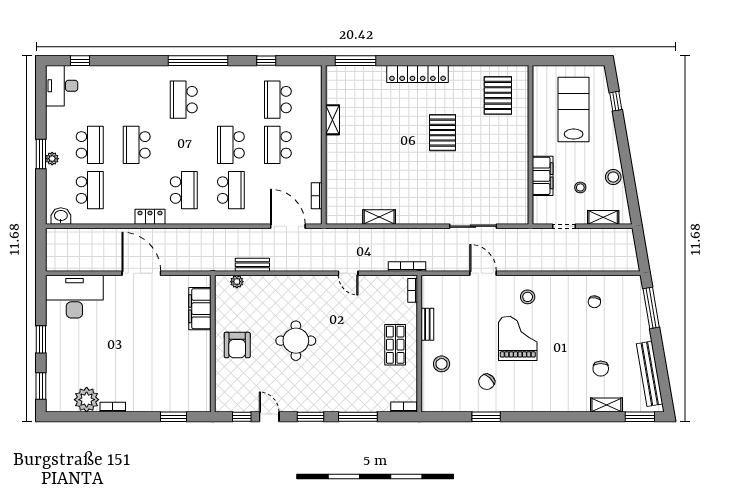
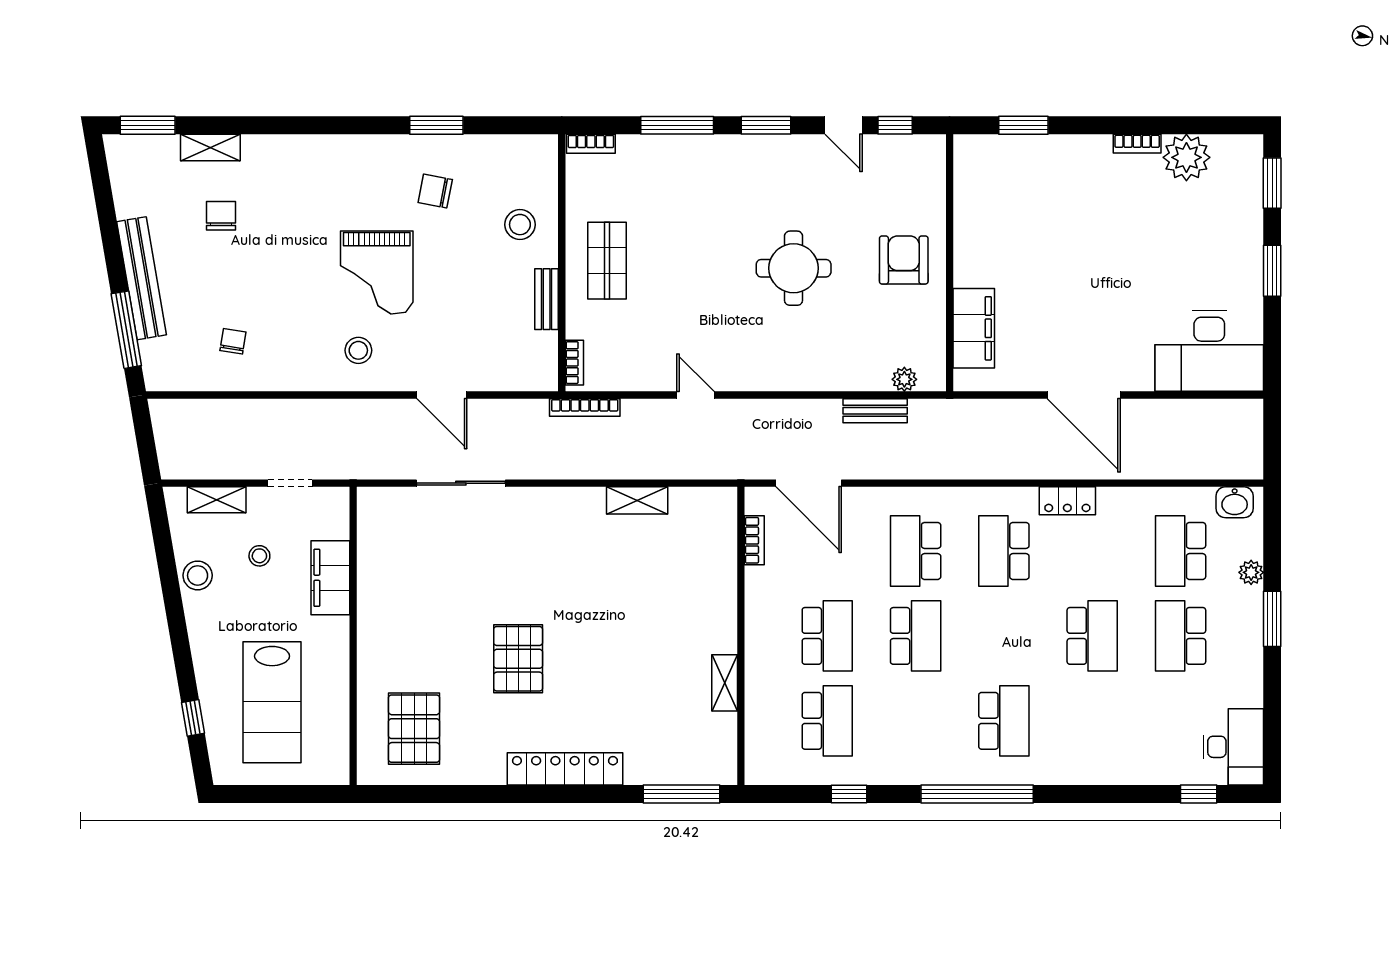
plant: (52, 159) -> (1251, 572), moved
bench: (650, 374) -> (142, 278), moved
chair: (487, 382) -> (435, 191), turned -123

